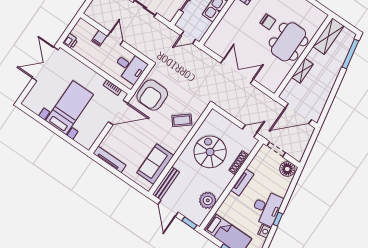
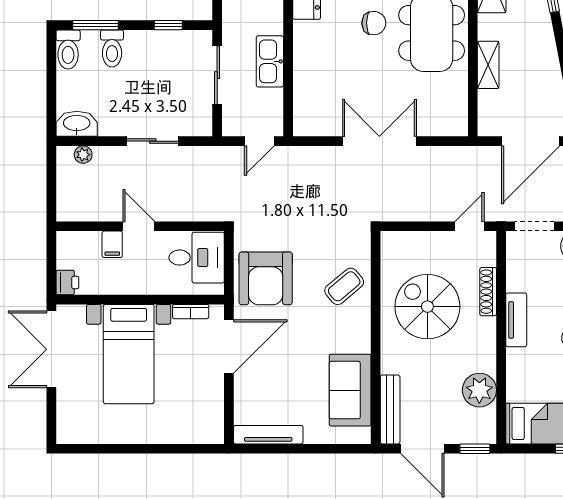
bed with nightstands: (69, 108) -> (129, 354), moved, turned 180

